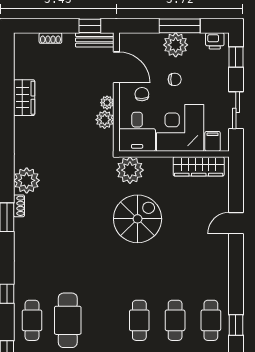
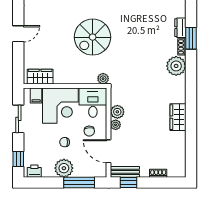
window: (180, 26) -> (79, 183), moved
wardrobe: (24, 98) -> (178, 117), moved
wardrobe: (199, 166) -> (40, 77), width x0.67
plant: (130, 170) -> (103, 79), width x0.53, depth x0.53
dresser: (21, 231) -> (180, 28), added

